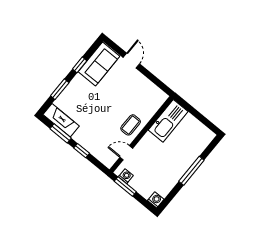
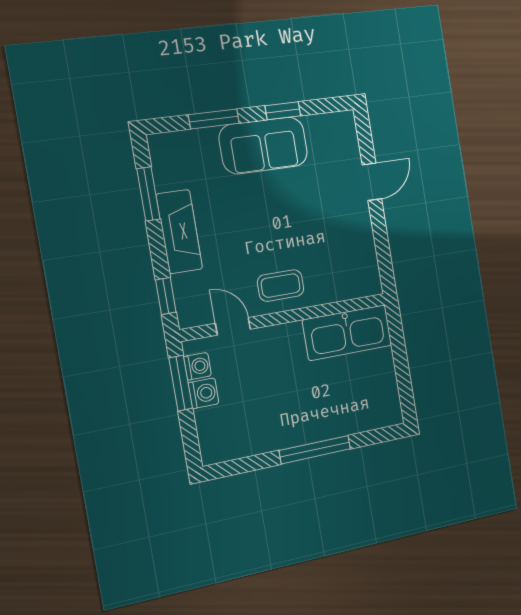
sofa: (99, 64) -> (263, 145), moved
fireplace: (61, 120) -> (179, 232), moved
window: (82, 151) -> (166, 296), moved
washing machine: (156, 200) -> (204, 393), moved

